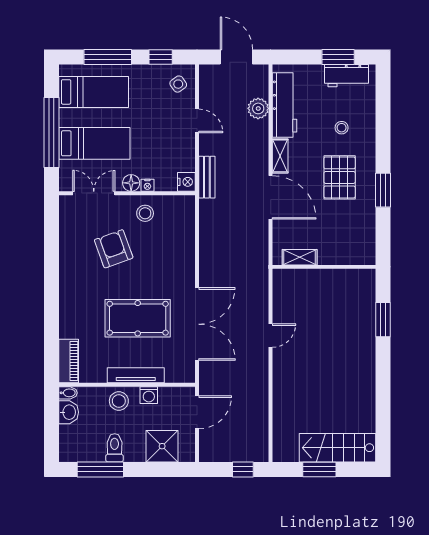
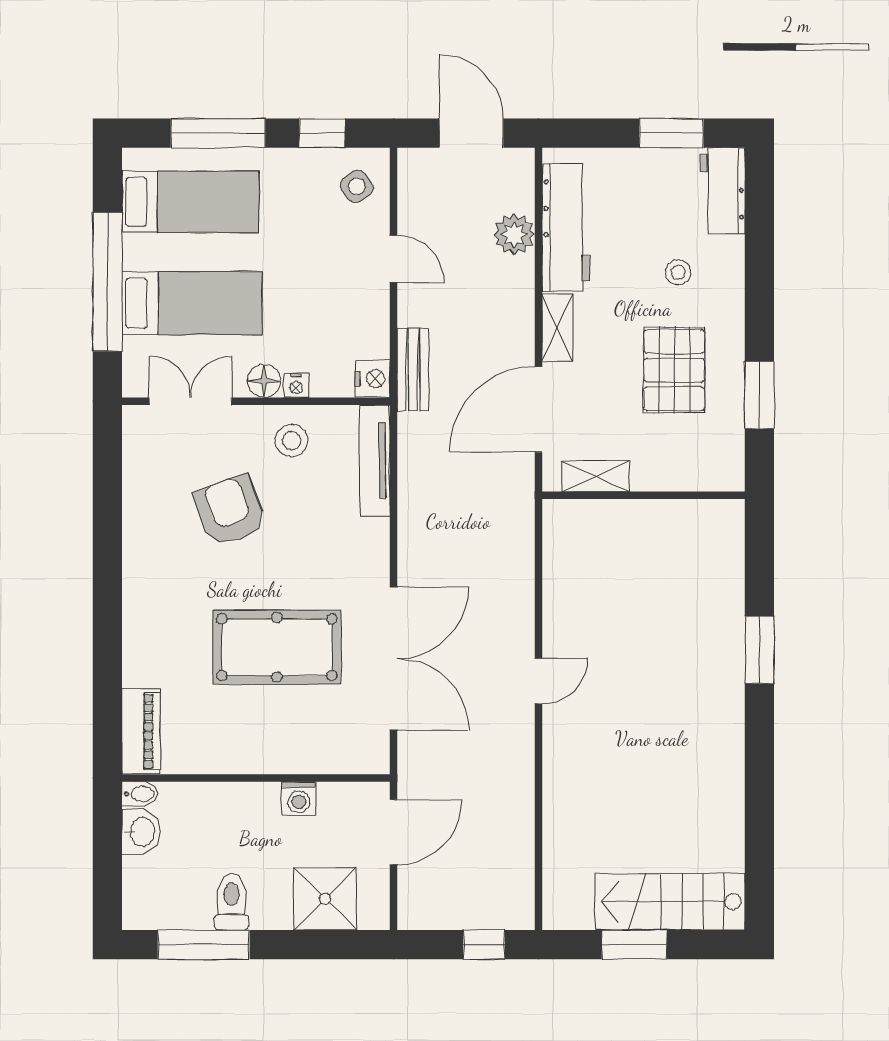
workbench: (346, 76) -> (723, 191), moved, turned 90
door: (271, 197) -> (538, 409), swing flipped
shelving: (300, 257) -> (596, 476), moved
wall: (324, 267) -> (644, 495), moved
tv unit: (136, 375) -> (375, 461), moved, turned -90
stool: (119, 401) -> (240, 810), removed

